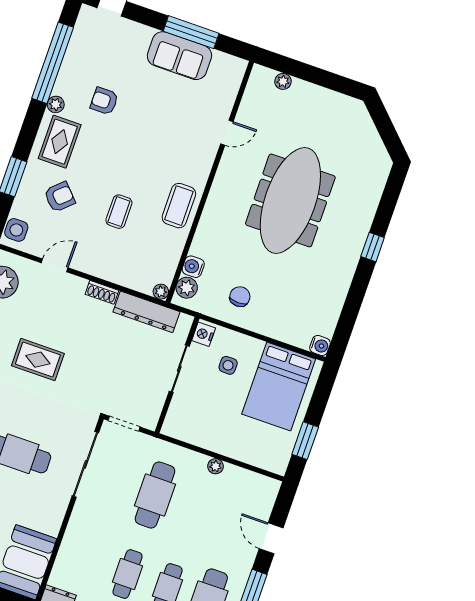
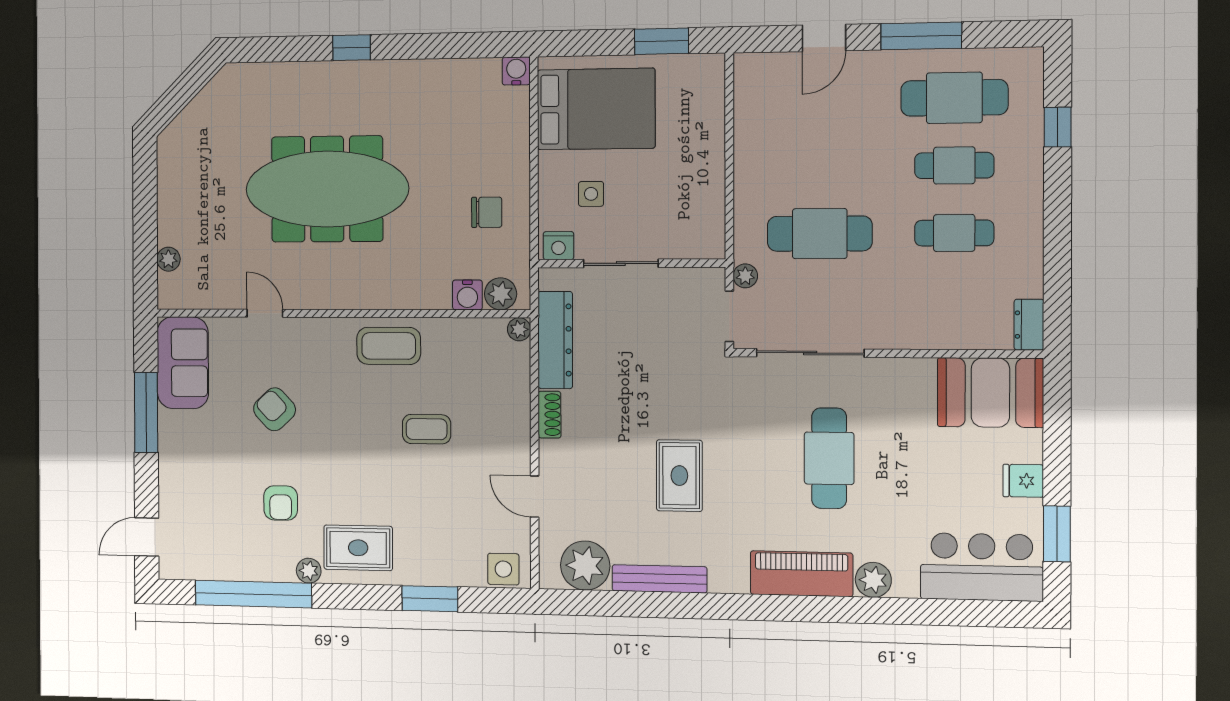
sofa: (179, 56) -> (183, 363), moved
armchair: (60, 197) -> (275, 409), moved
chair: (240, 297) -> (487, 212), turned 180
plant: (216, 466) -> (745, 276), moved

